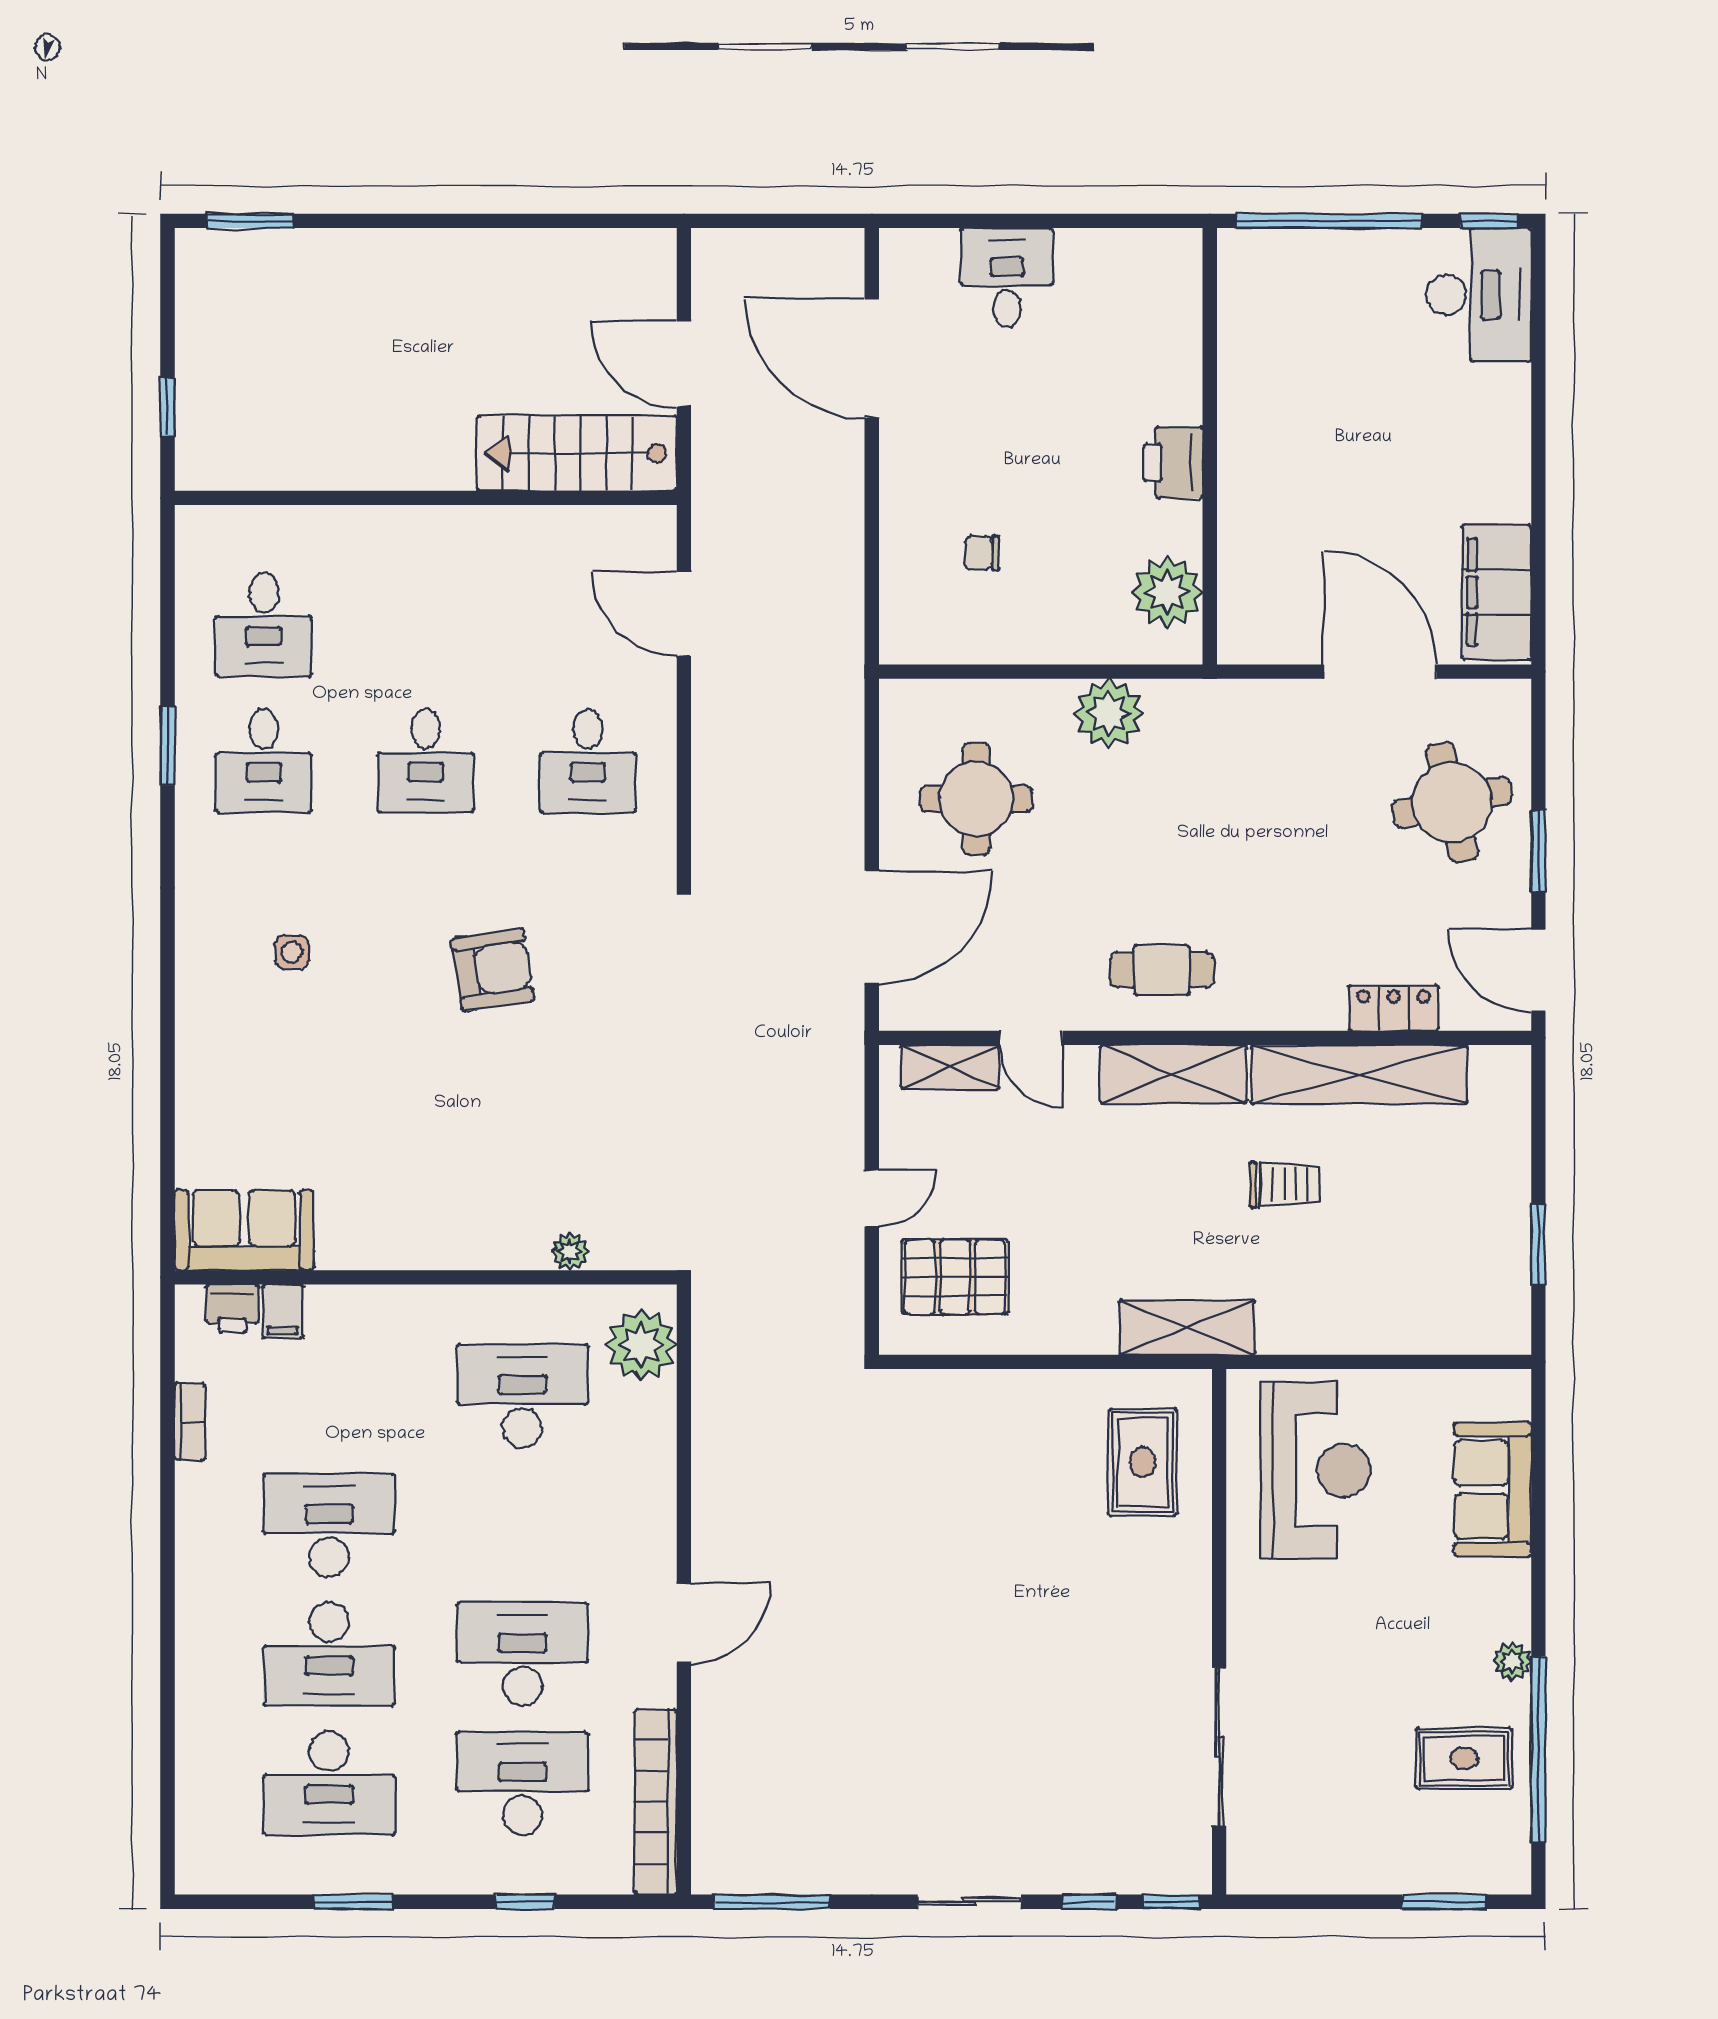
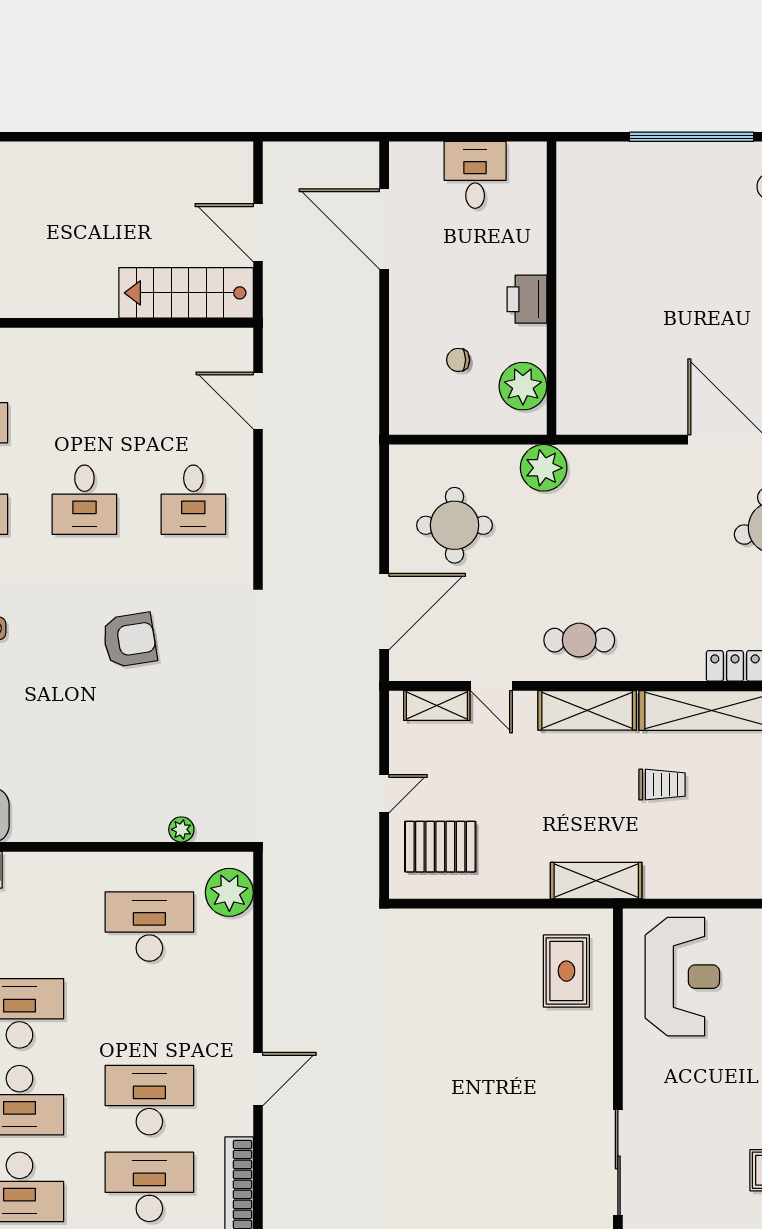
wall: (1210, 446) -> (551, 288), moved
printer: (1173, 463) -> (527, 299), moved
plant: (1167, 592) -> (523, 386), moved

